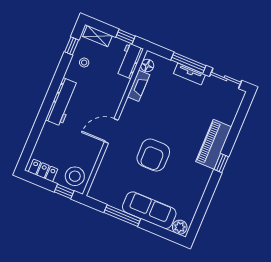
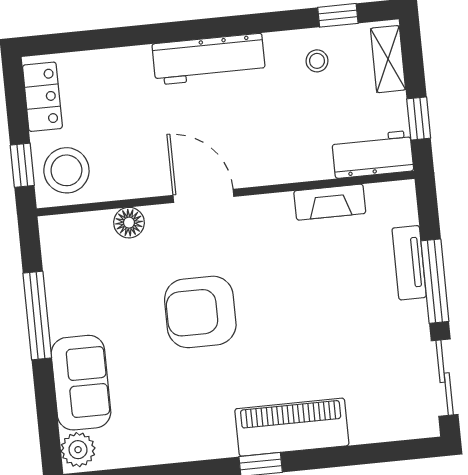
floor lamp: (147, 66) -> (129, 223), moved
tv unit: (189, 74) -> (409, 263), moved
sofa: (149, 210) -> (81, 383), width x0.73

